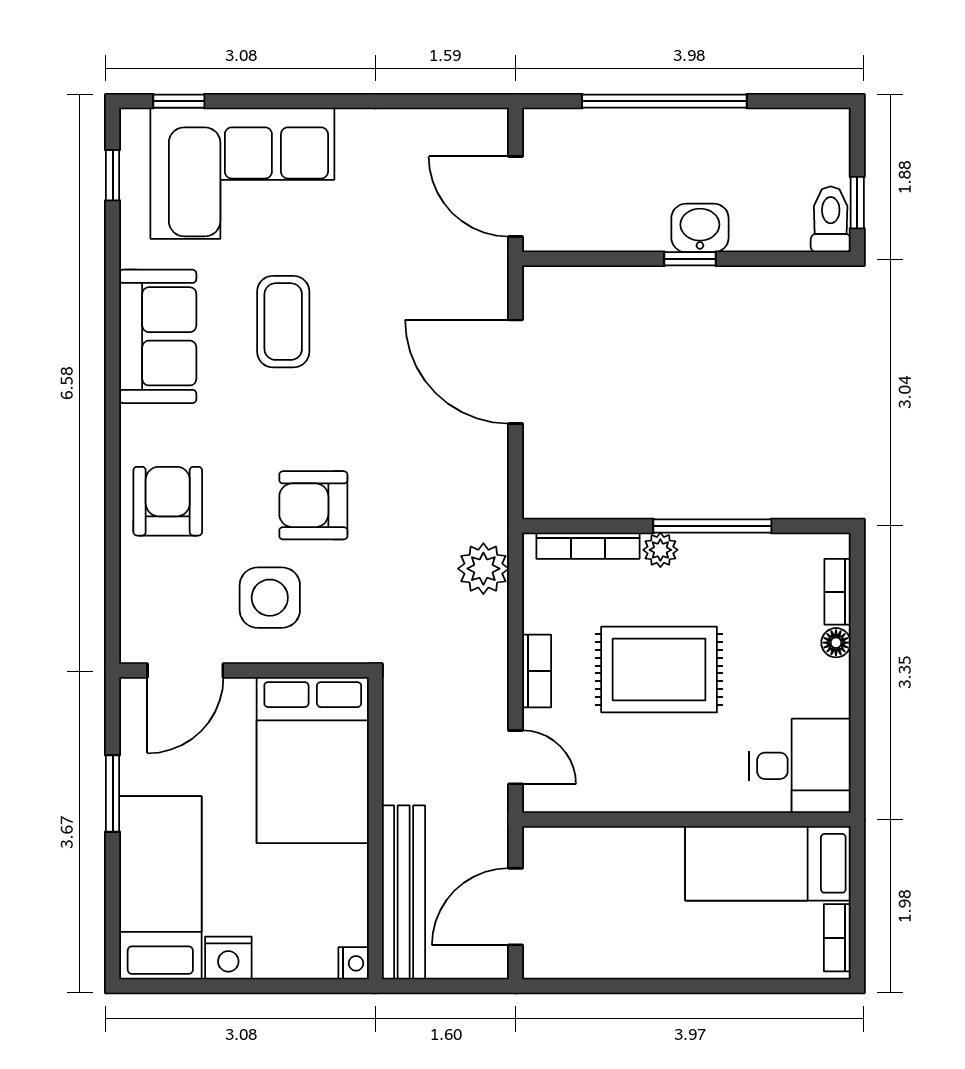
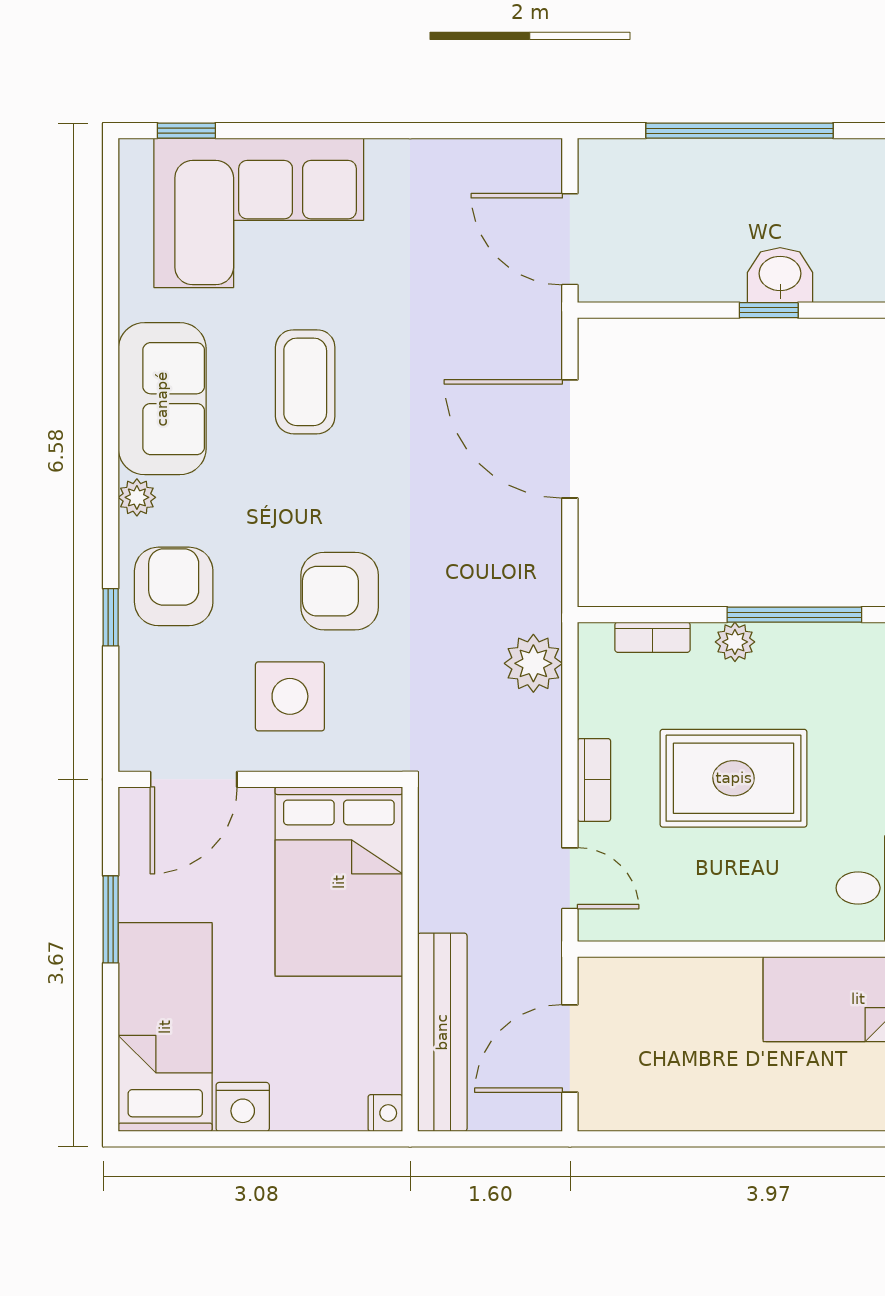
window: (113, 175) -> (111, 617), moved
plant: (135, 423) -> (137, 497), added
bookcase: (588, 546) -> (653, 637), width x0.64

